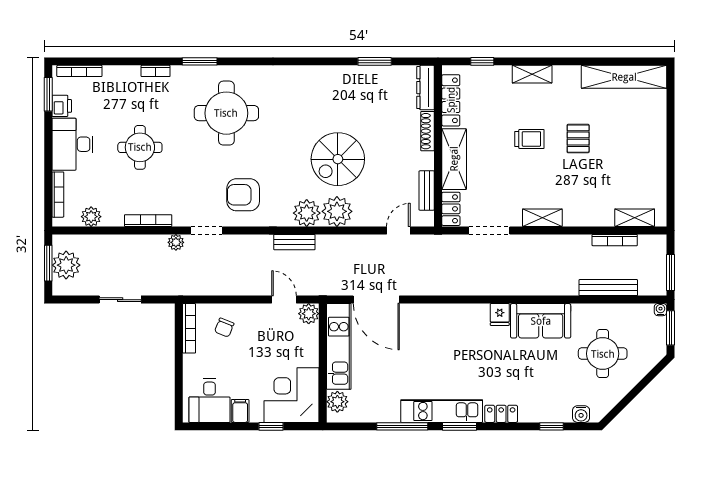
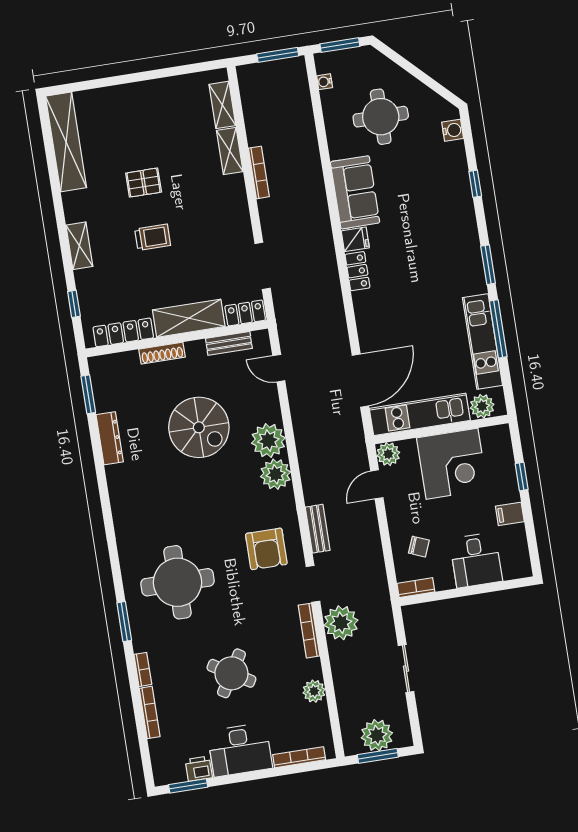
window: (375, 61) -> (88, 394), moved
bookcase: (79, 71) -> (150, 712), moved
dresser: (426, 88) -> (110, 438), moved, turned -90
trolley: (529, 139) -> (153, 237), turned 90
round table: (140, 147) -> (231, 673), turned 31
spiral stairs: (338, 159) -> (199, 427), moved
plant: (91, 217) -> (314, 691), moved
shelving: (542, 218) -> (230, 151), moved
bookcase: (148, 221) -> (309, 631), moved
bookcase: (615, 240) -> (259, 172), moved
plant: (176, 242) -> (341, 623), width x1.88, depth x1.88
bench: (294, 242) -> (318, 529), moved
bench: (608, 288) -> (306, 122), removed
water cooler: (660, 310) -> (325, 82), moved
bookcase: (189, 328) -> (416, 588), width x0.64
corner desk: (292, 395) -> (452, 464), moved, turned -90
desk: (209, 400) -> (476, 560), moved, turned 90
kitchen unit: (442, 411) -> (483, 341), moved
locker: (501, 414) -> (357, 271), moved, turned 180
window: (551, 426) -> (475, 184), moved

